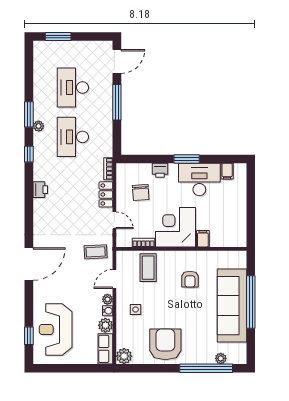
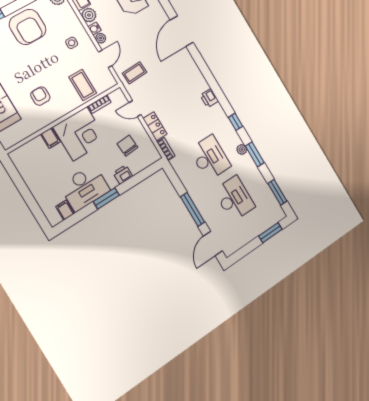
window: (29, 68) -> (277, 192), added

